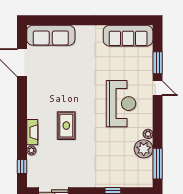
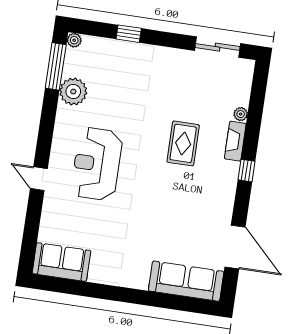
sofa: (128, 36) -> (61, 262), width x0.73
window: (158, 63) -> (33, 216), removed
plant: (148, 134) -> (74, 40), moved
window: (22, 167) -> (247, 171), moved

